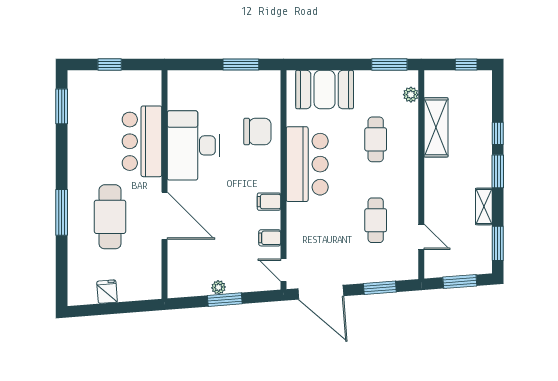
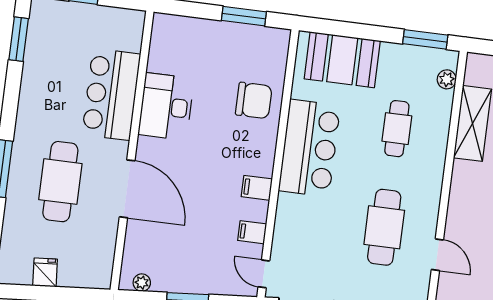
desk: (193, 145) -> (166, 107), width x0.73, depth x0.77
cafe table: (376, 220) -> (384, 227), width x1.37, depth x1.35
plant: (219, 287) -> (142, 283), moved

